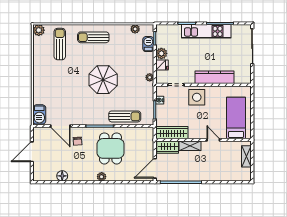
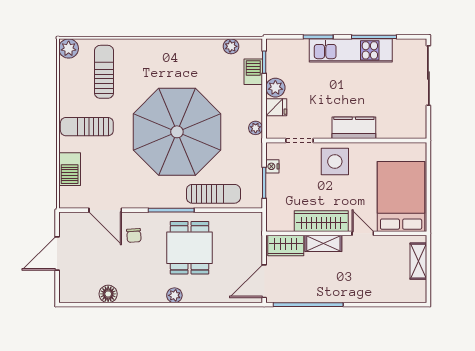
sun lounger: (93, 37) -> (87, 127), moved
kitchen counter: (215, 77) -> (354, 128), width x0.67
parasol: (103, 80) -> (177, 132), width x1.86, depth x1.86
barbecue: (39, 114) -> (70, 169), moved
bed: (236, 118) -> (401, 196), width x1.50
wardrobe: (172, 133) -> (321, 221), moved

